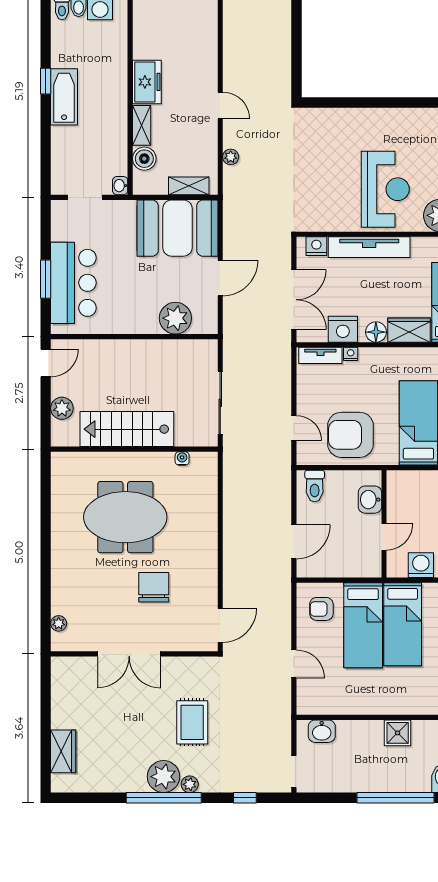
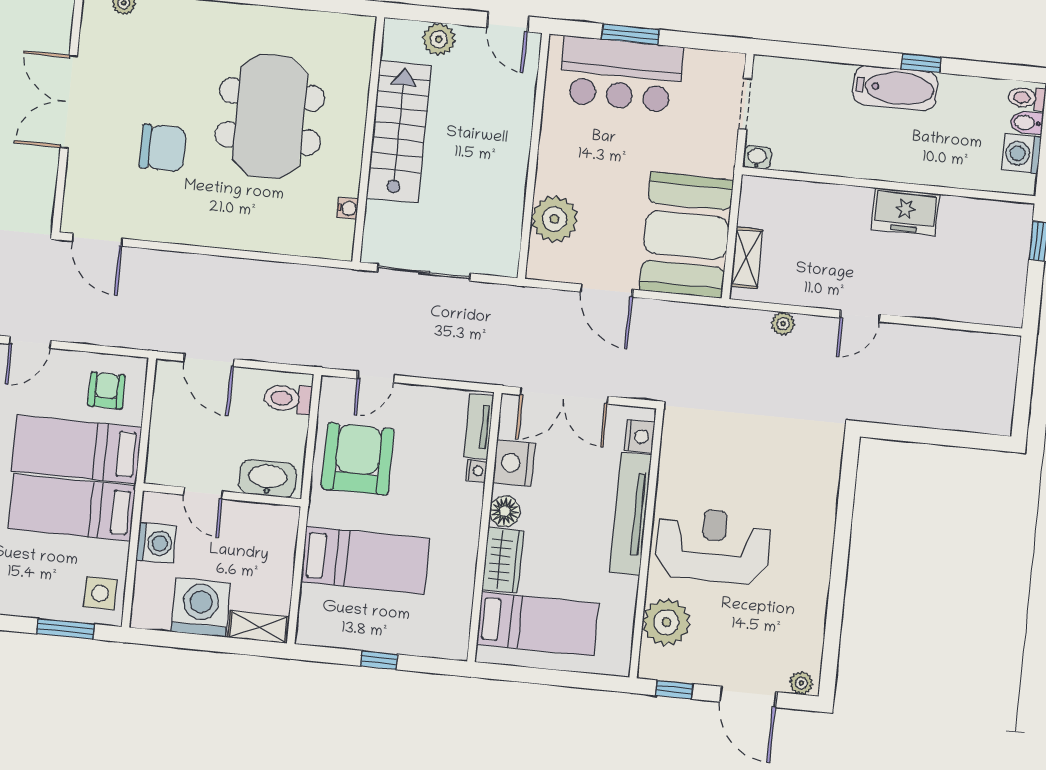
shelving: (142, 125) -> (842, 198), removed
boiler: (144, 159) -> (793, 197), removed
reception desk: (385, 189) -> (713, 546), turned 180
washbasin: (370, 500) -> (268, 479), width x1.38

